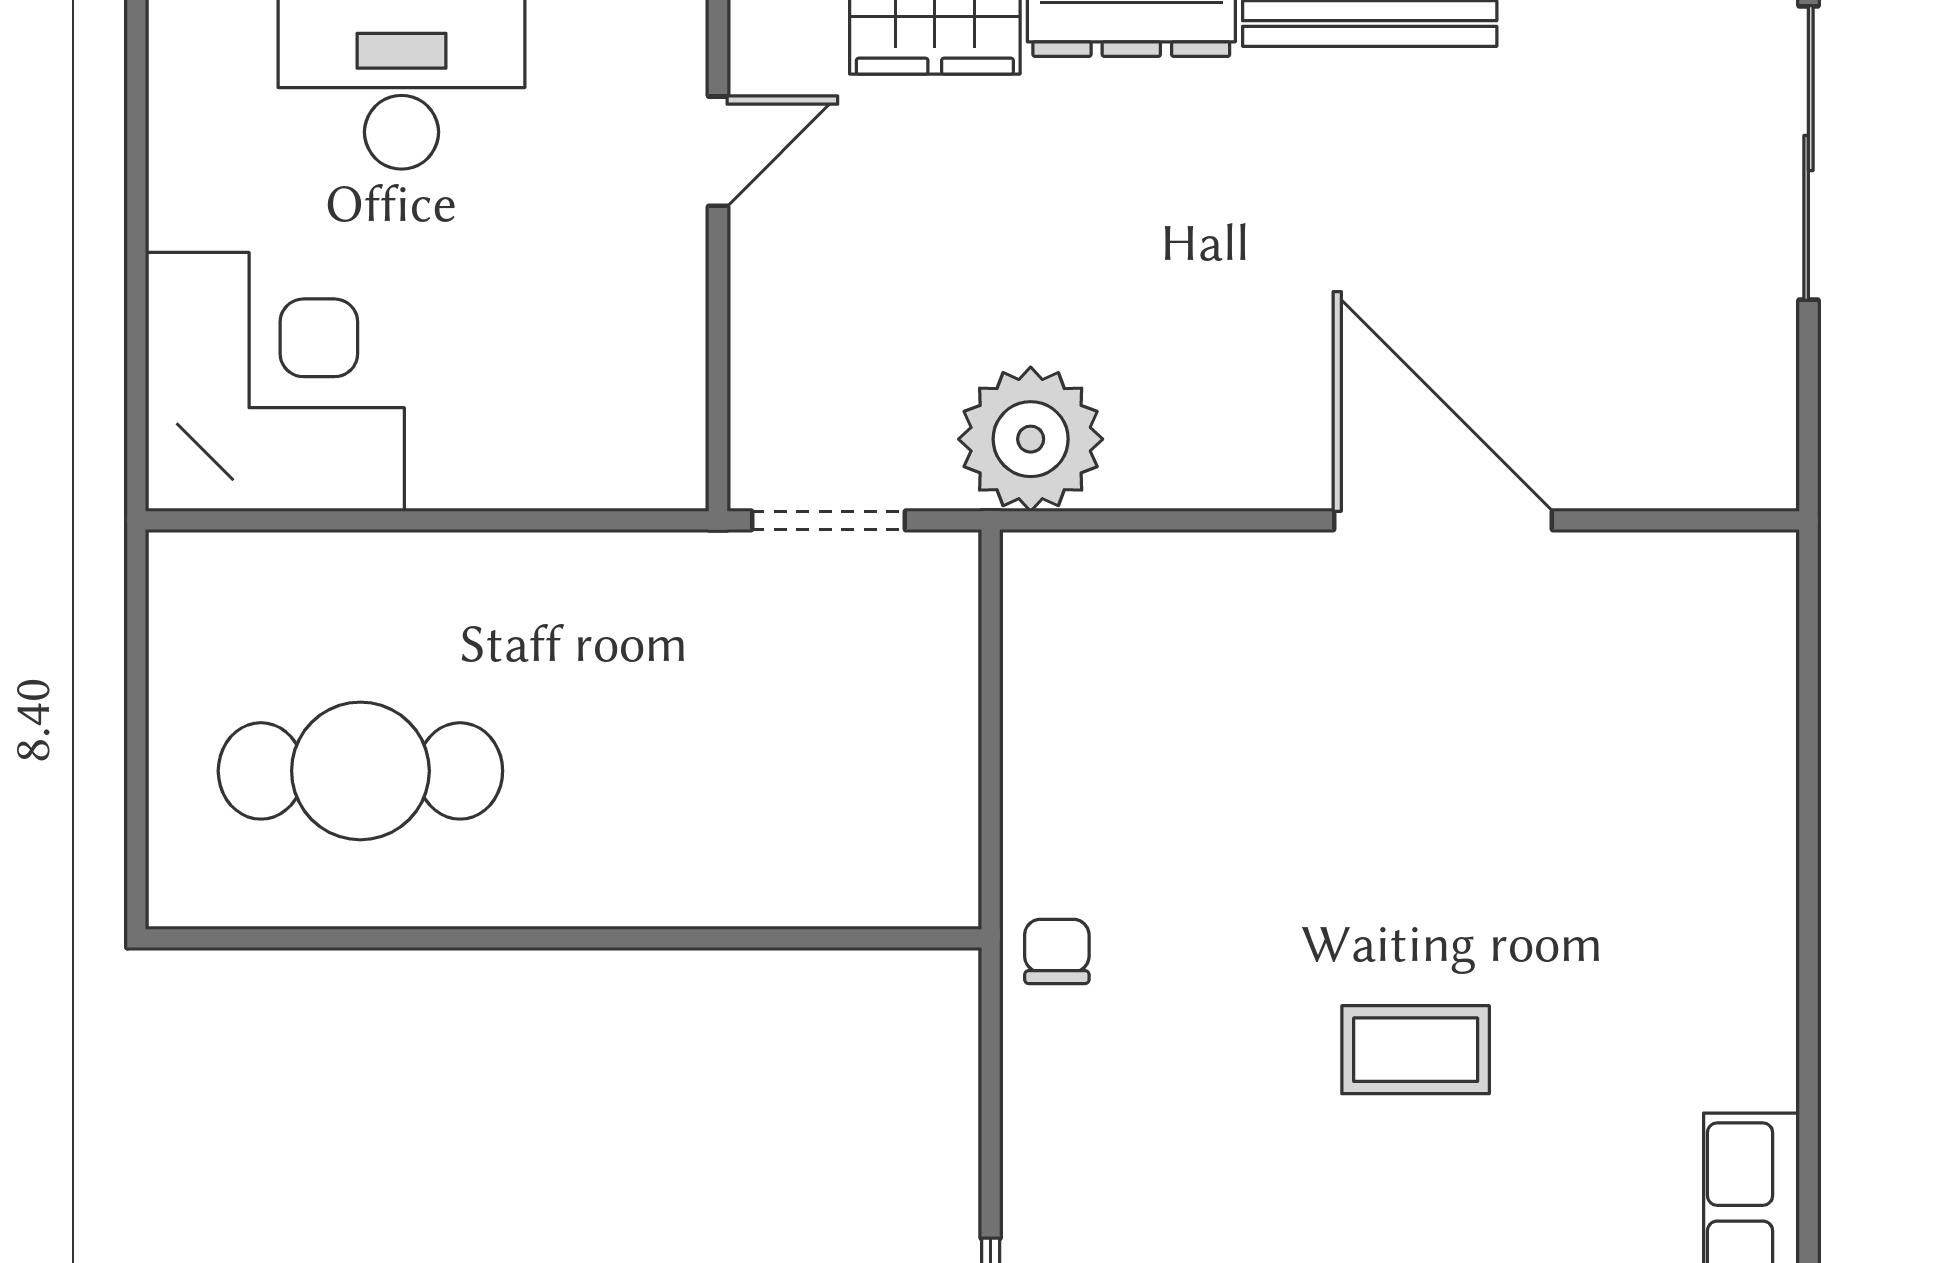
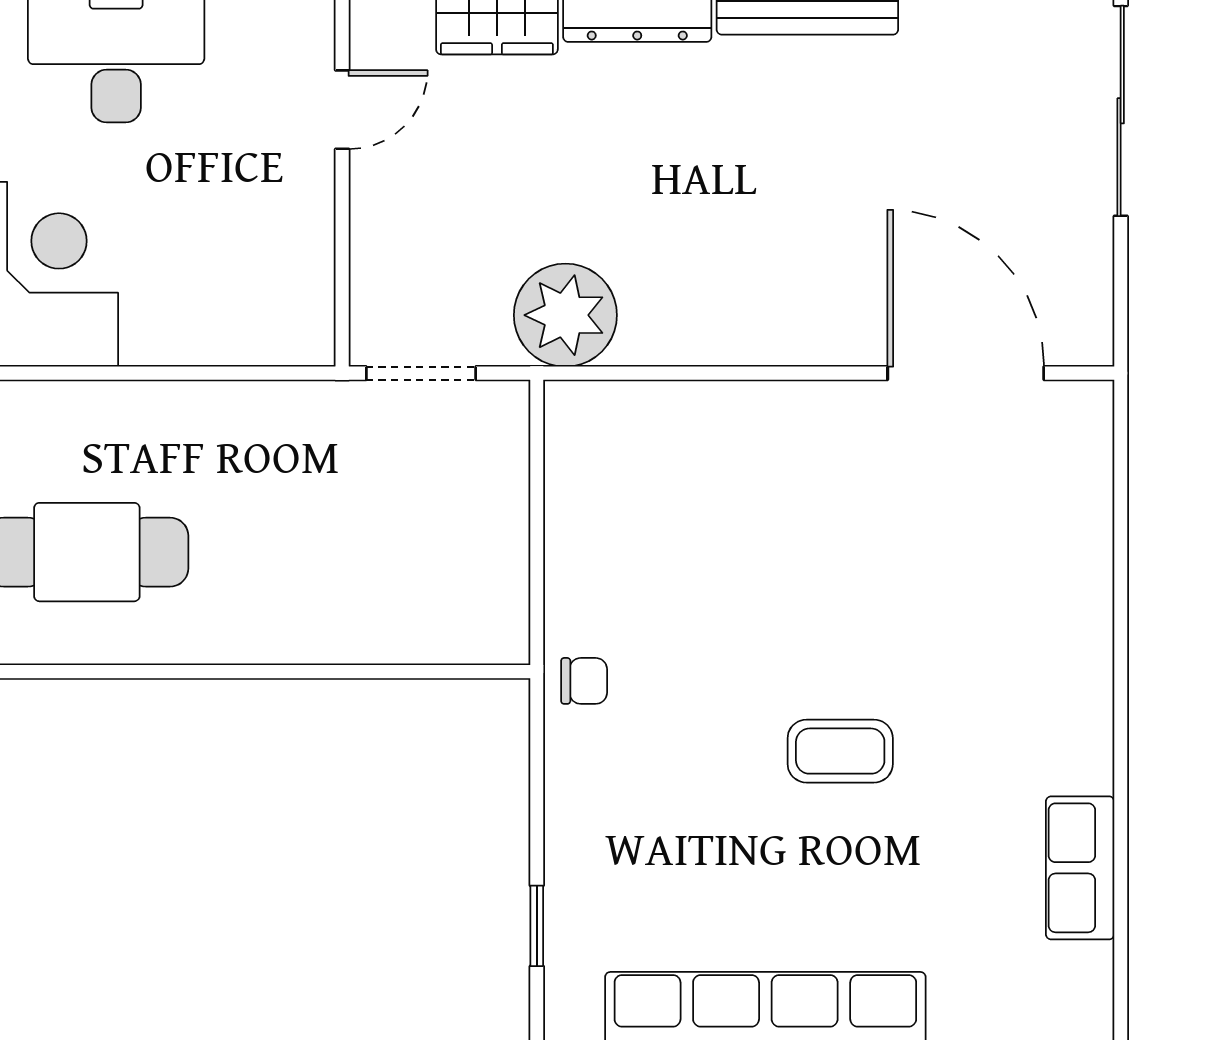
door: (1443, 520) -> (966, 373), moved
chair: (1057, 951) -> (584, 681), turned 90

